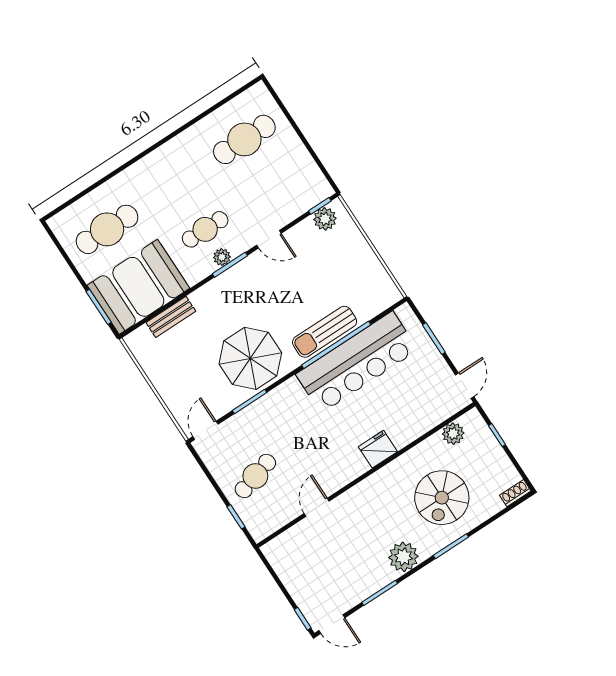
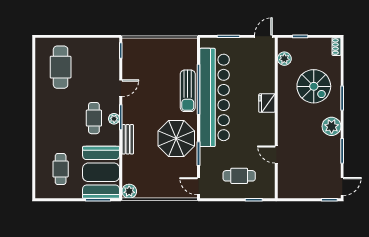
plant: (325, 219) -> (129, 191), moved
cafe table: (107, 229) -> (61, 169), width x0.73, depth x0.74
bench: (171, 317) -> (128, 139), moved
bar counter: (357, 362) -> (215, 97), width x1.36
door: (465, 386) -> (263, 36), hinge flipped
cafe table: (255, 476) -> (239, 176), turned -74

